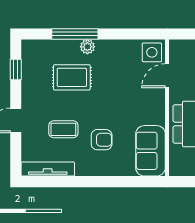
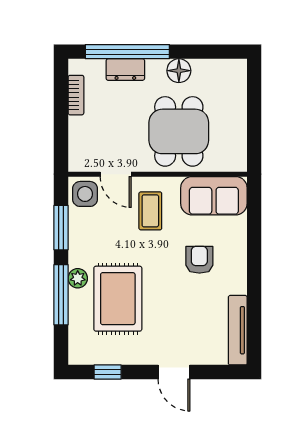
window: (126, 34) -> (61, 228), added
rug: (72, 77) -> (118, 299), width x1.36, depth x1.43
coffee table: (63, 129) -> (150, 211), moved

